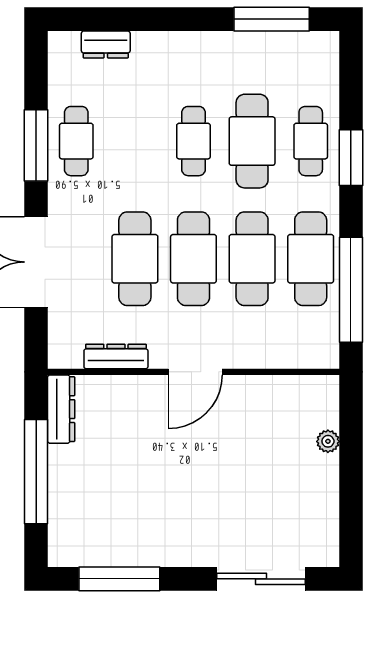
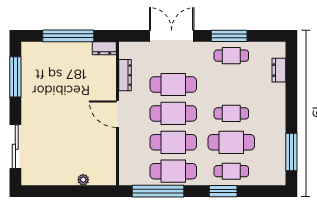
dresser: (61, 409) -> (104, 48), width x0.70

